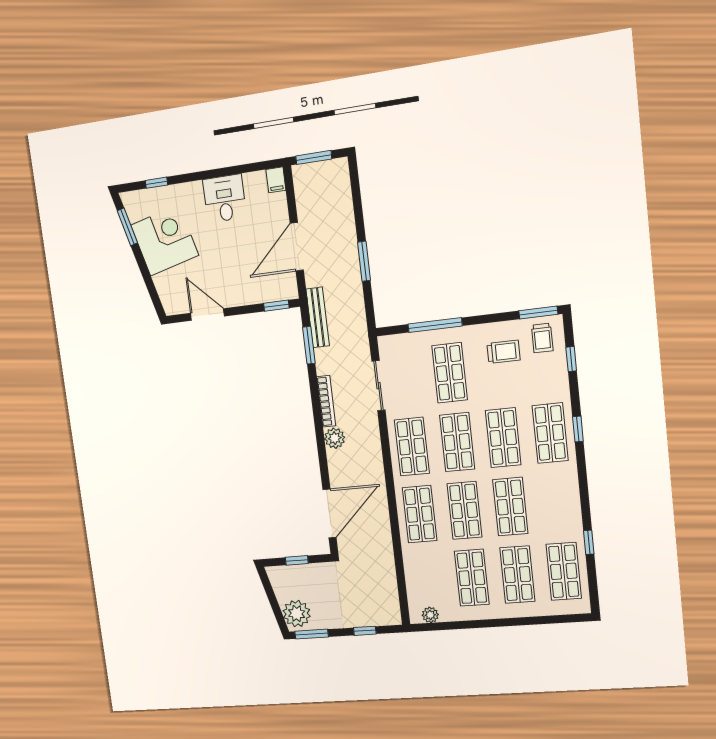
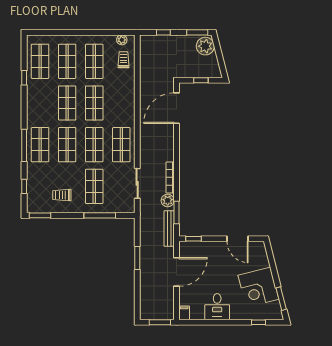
trolley: (542, 338) -> (124, 60), moved
window: (578, 429) -> (24, 145), width x2.17
plant: (335, 438) -> (168, 201), moved
shop shelf: (420, 514) -> (121, 103), removed

